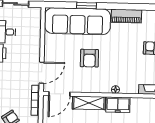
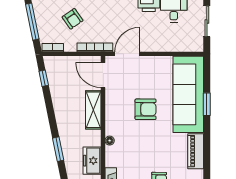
armchair: (89, 58) -> (146, 109), turned 180
door: (42, 73) -> (127, 54), swing flipped
freezer: (118, 105) -> (92, 161), moved

